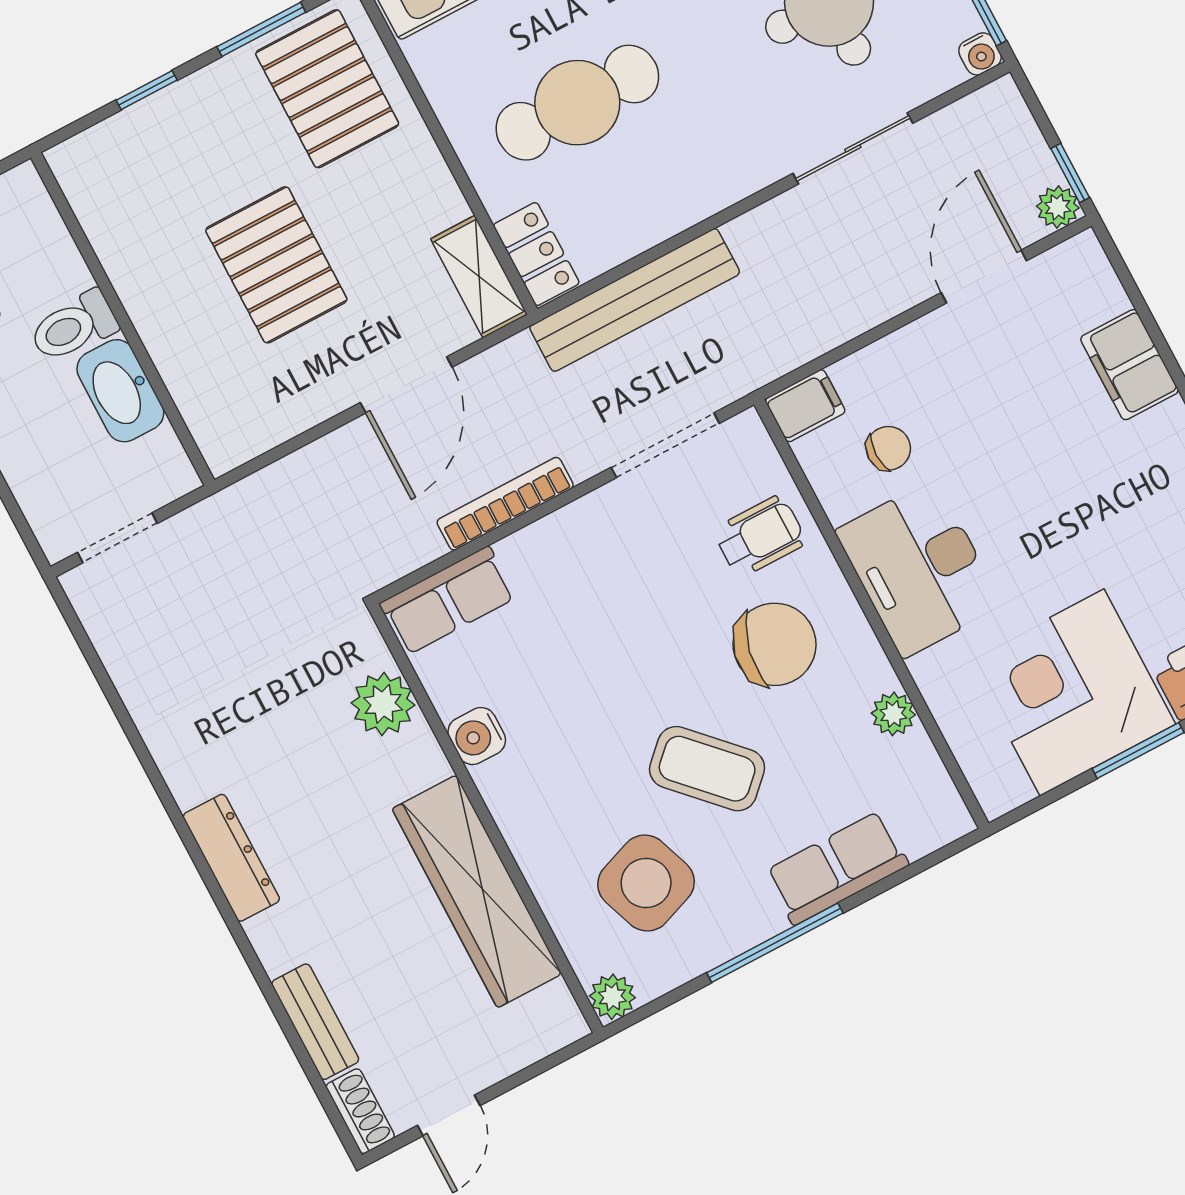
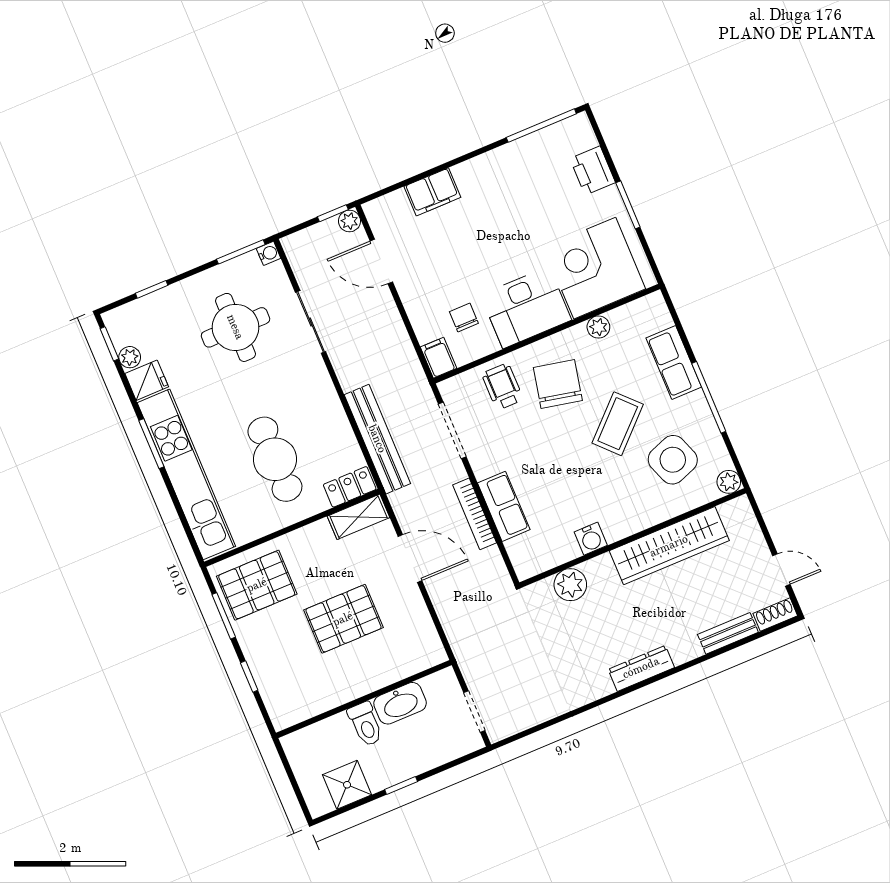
row of seats: (448, 601) -> (504, 506), moved
corner desk: (1072, 692) -> (595, 268), moved, turned 90

